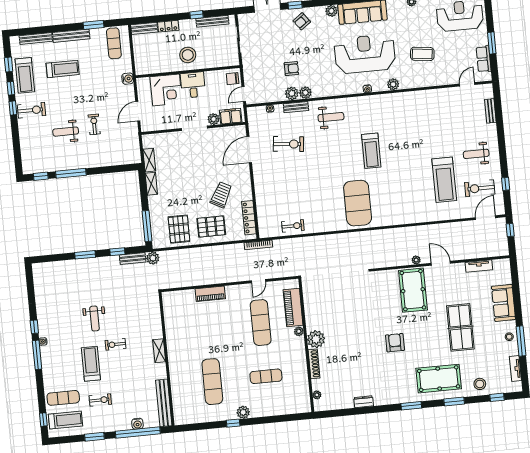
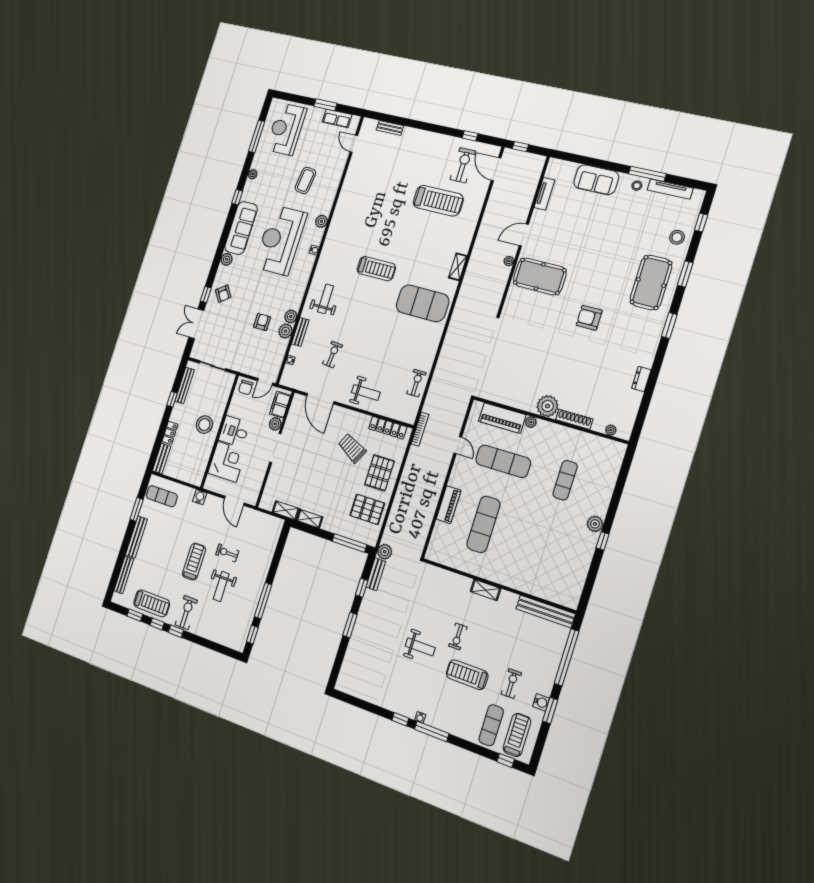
treadmill: (63, 69) -> (194, 562), moved
door: (244, 94) -> (265, 382), hinge flipped
exercise bike: (288, 144) -> (333, 354), width x0.73, depth x0.72
weight bench: (476, 154) -> (366, 392), moved, turned -90
exercise bike: (480, 188) -> (463, 165), turned 180
shelving: (397, 220) -> (458, 267), added
table tennis table: (460, 327) -> (603, 237), removed
tv unit: (515, 369) -> (670, 189), width x1.41
exercise mat: (212, 382) -> (483, 524), moved, turned 90
water cooler: (137, 424) -> (541, 702), moved

